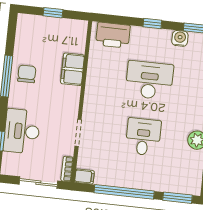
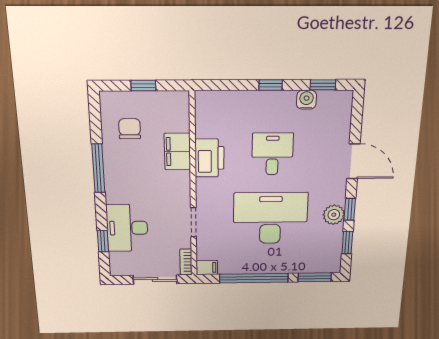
printer: (113, 35) -> (209, 158), moved, turned -90
chair: (27, 74) -> (130, 129), moved
desk: (149, 80) -> (272, 154), width x0.73
desk: (143, 137) -> (270, 218), width x1.87, depth x1.30

